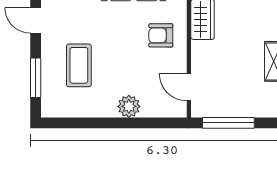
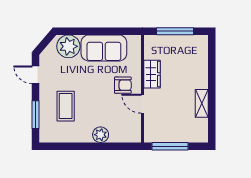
armchair: (161, 35) -> (123, 85), turned 180
door: (189, 87) -> (142, 104), moved

